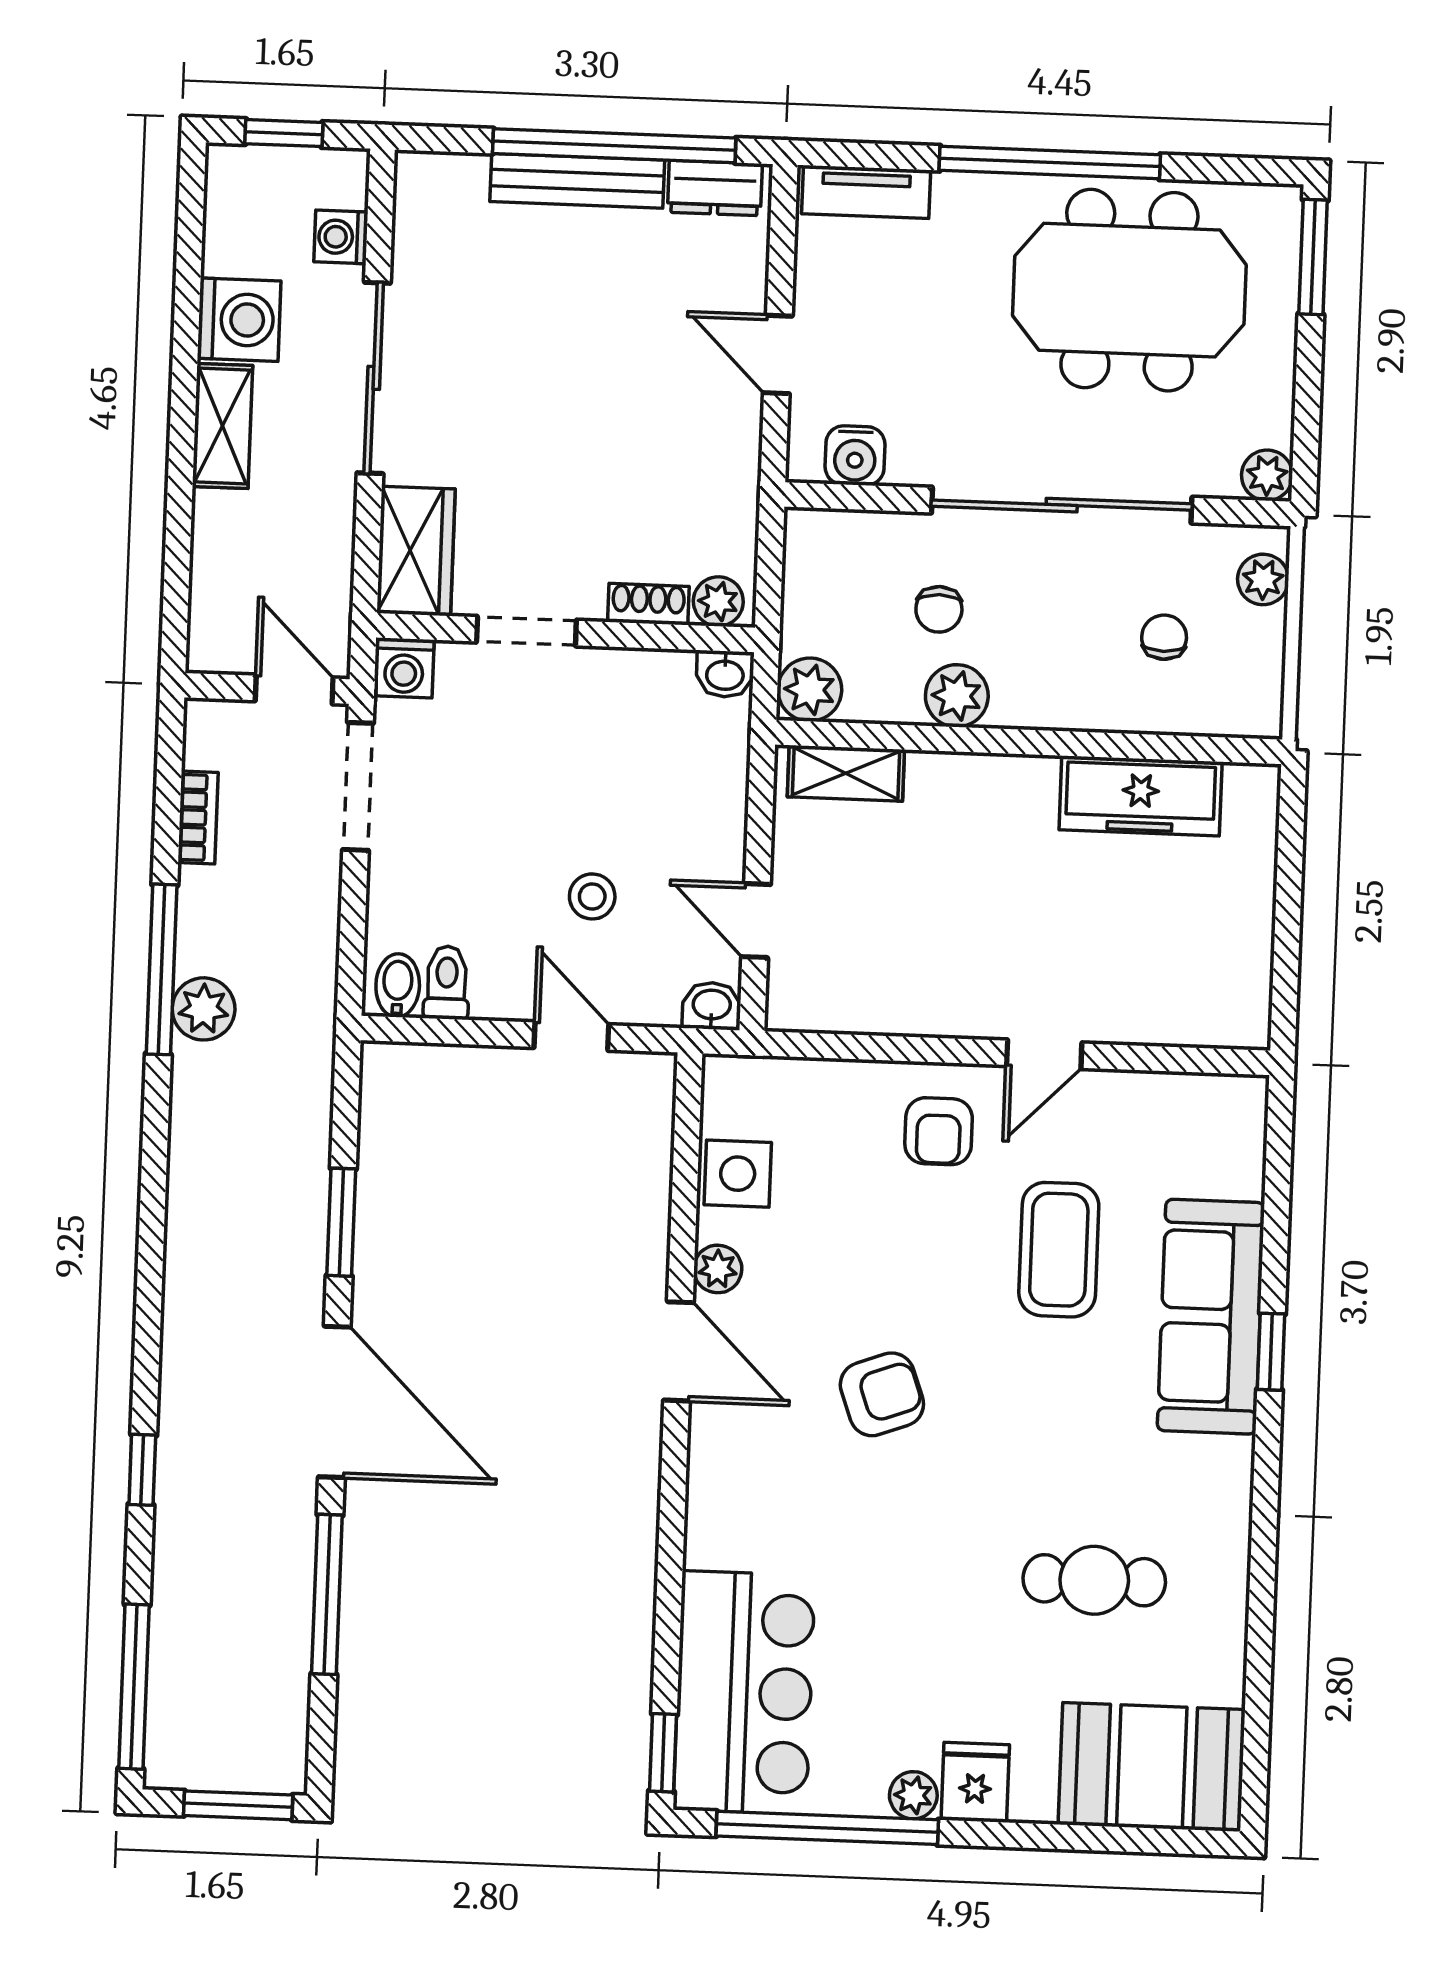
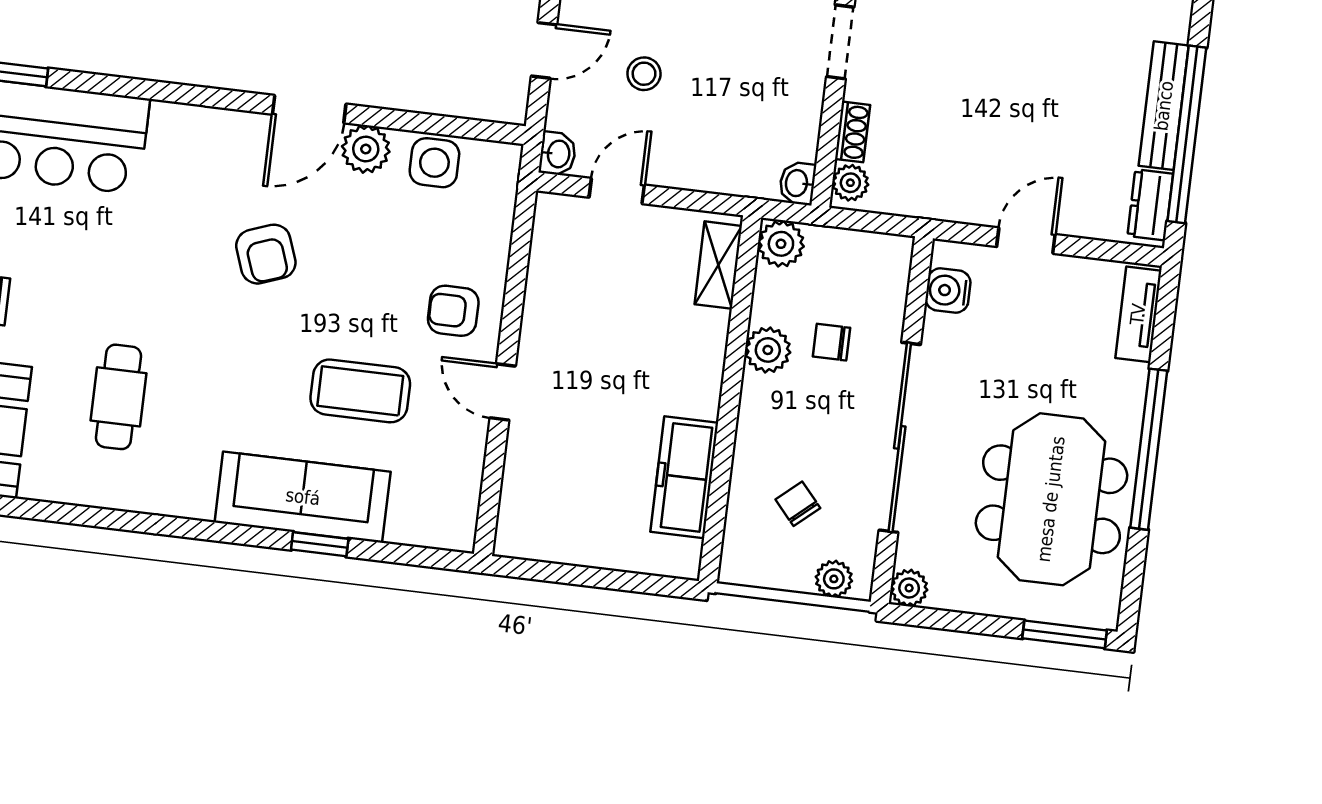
chair: (1164, 637) -> (798, 504), turned -131
plant: (718, 1269) -> (366, 149), width x1.38, depth x1.38
window: (1271, 1352) -> (320, 544), moved

